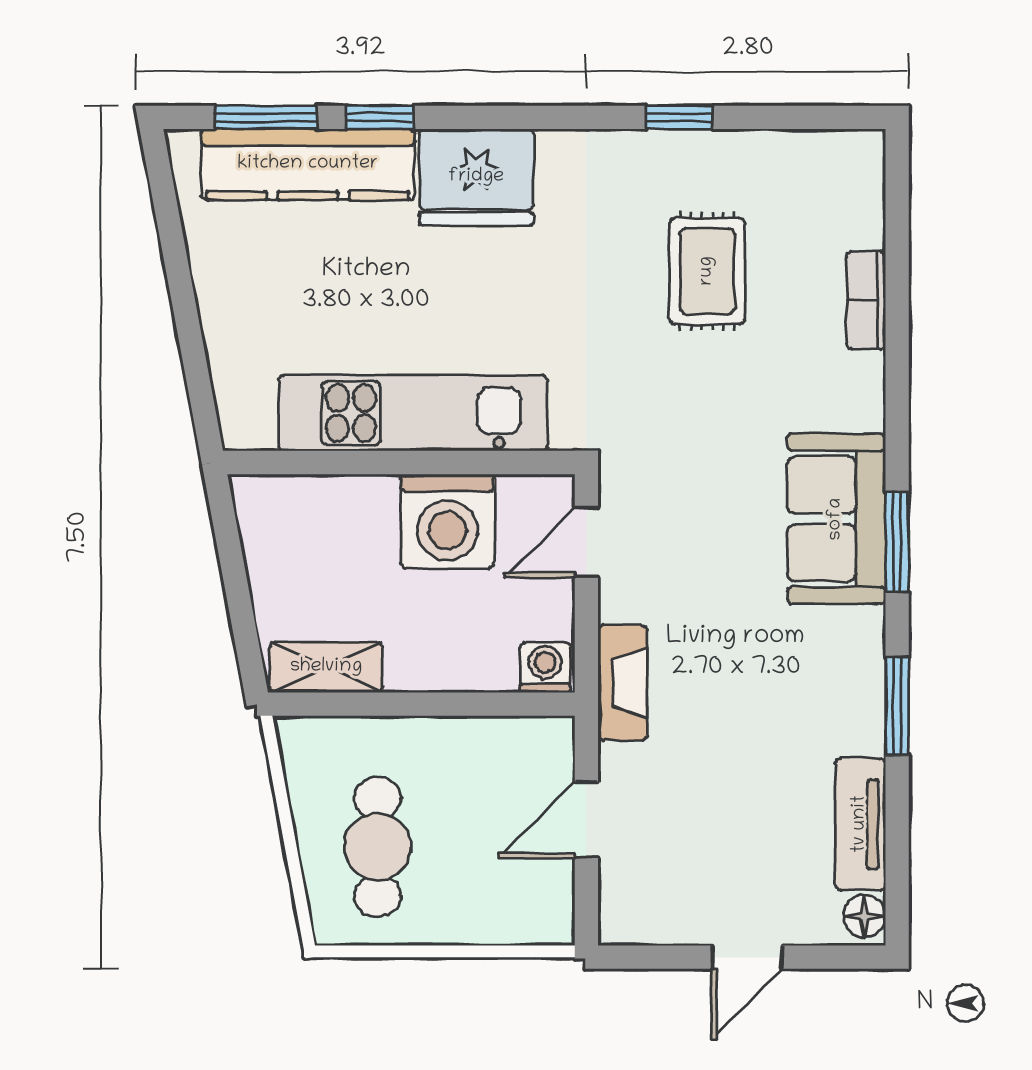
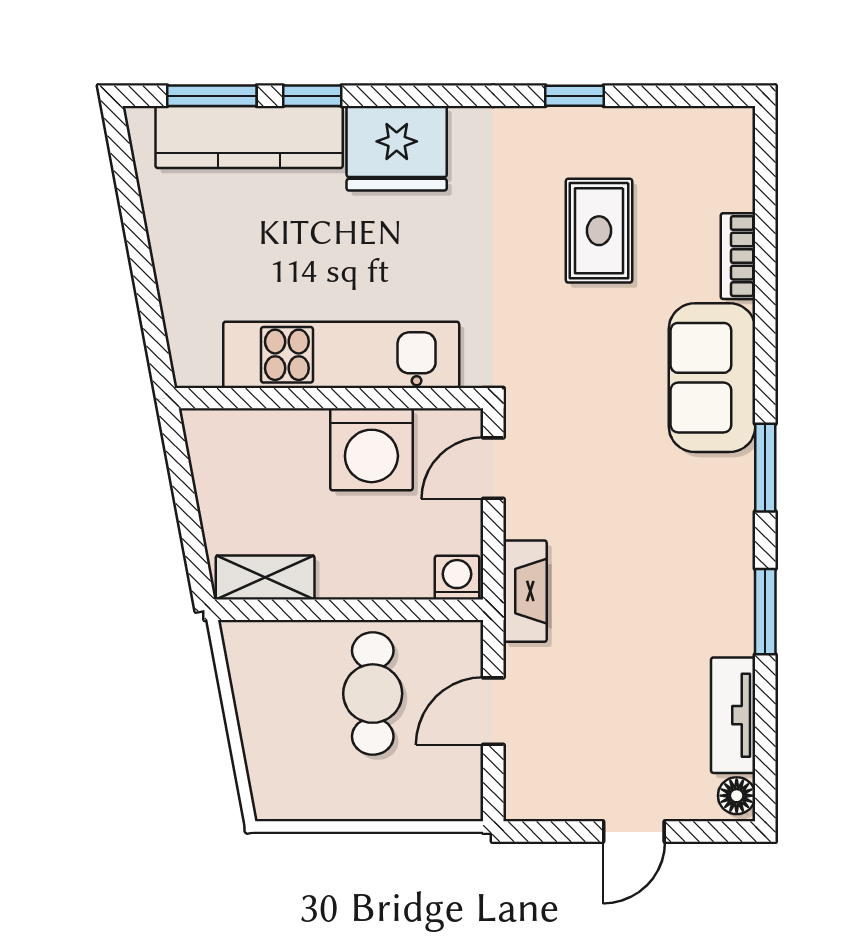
sofa: (836, 519) -> (712, 378), moved
cafe table: (378, 847) -> (373, 694), moved

